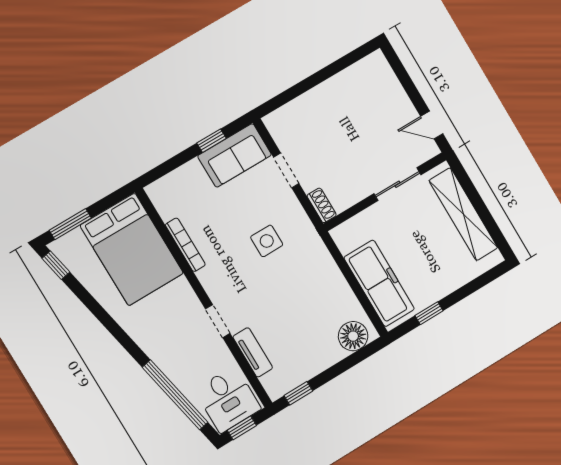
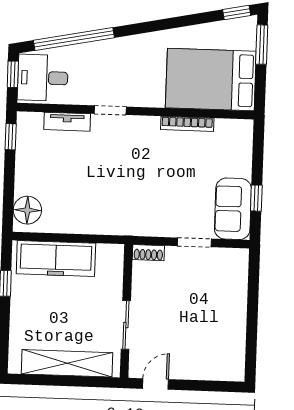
side table: (267, 241) -> (148, 190), removed

